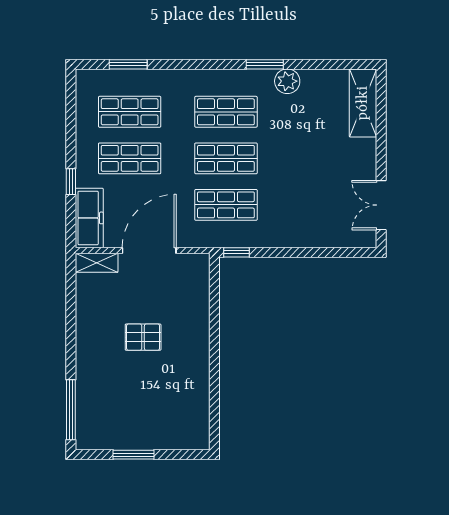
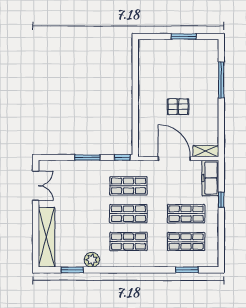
window: (265, 64) -> (72, 270), moved
shelving: (363, 103) -> (46, 237), width x1.47
door: (149, 251) -> (174, 158), swing flipped
window: (295, 252) -> (87, 157), added
window: (71, 410) -> (221, 80), moved

